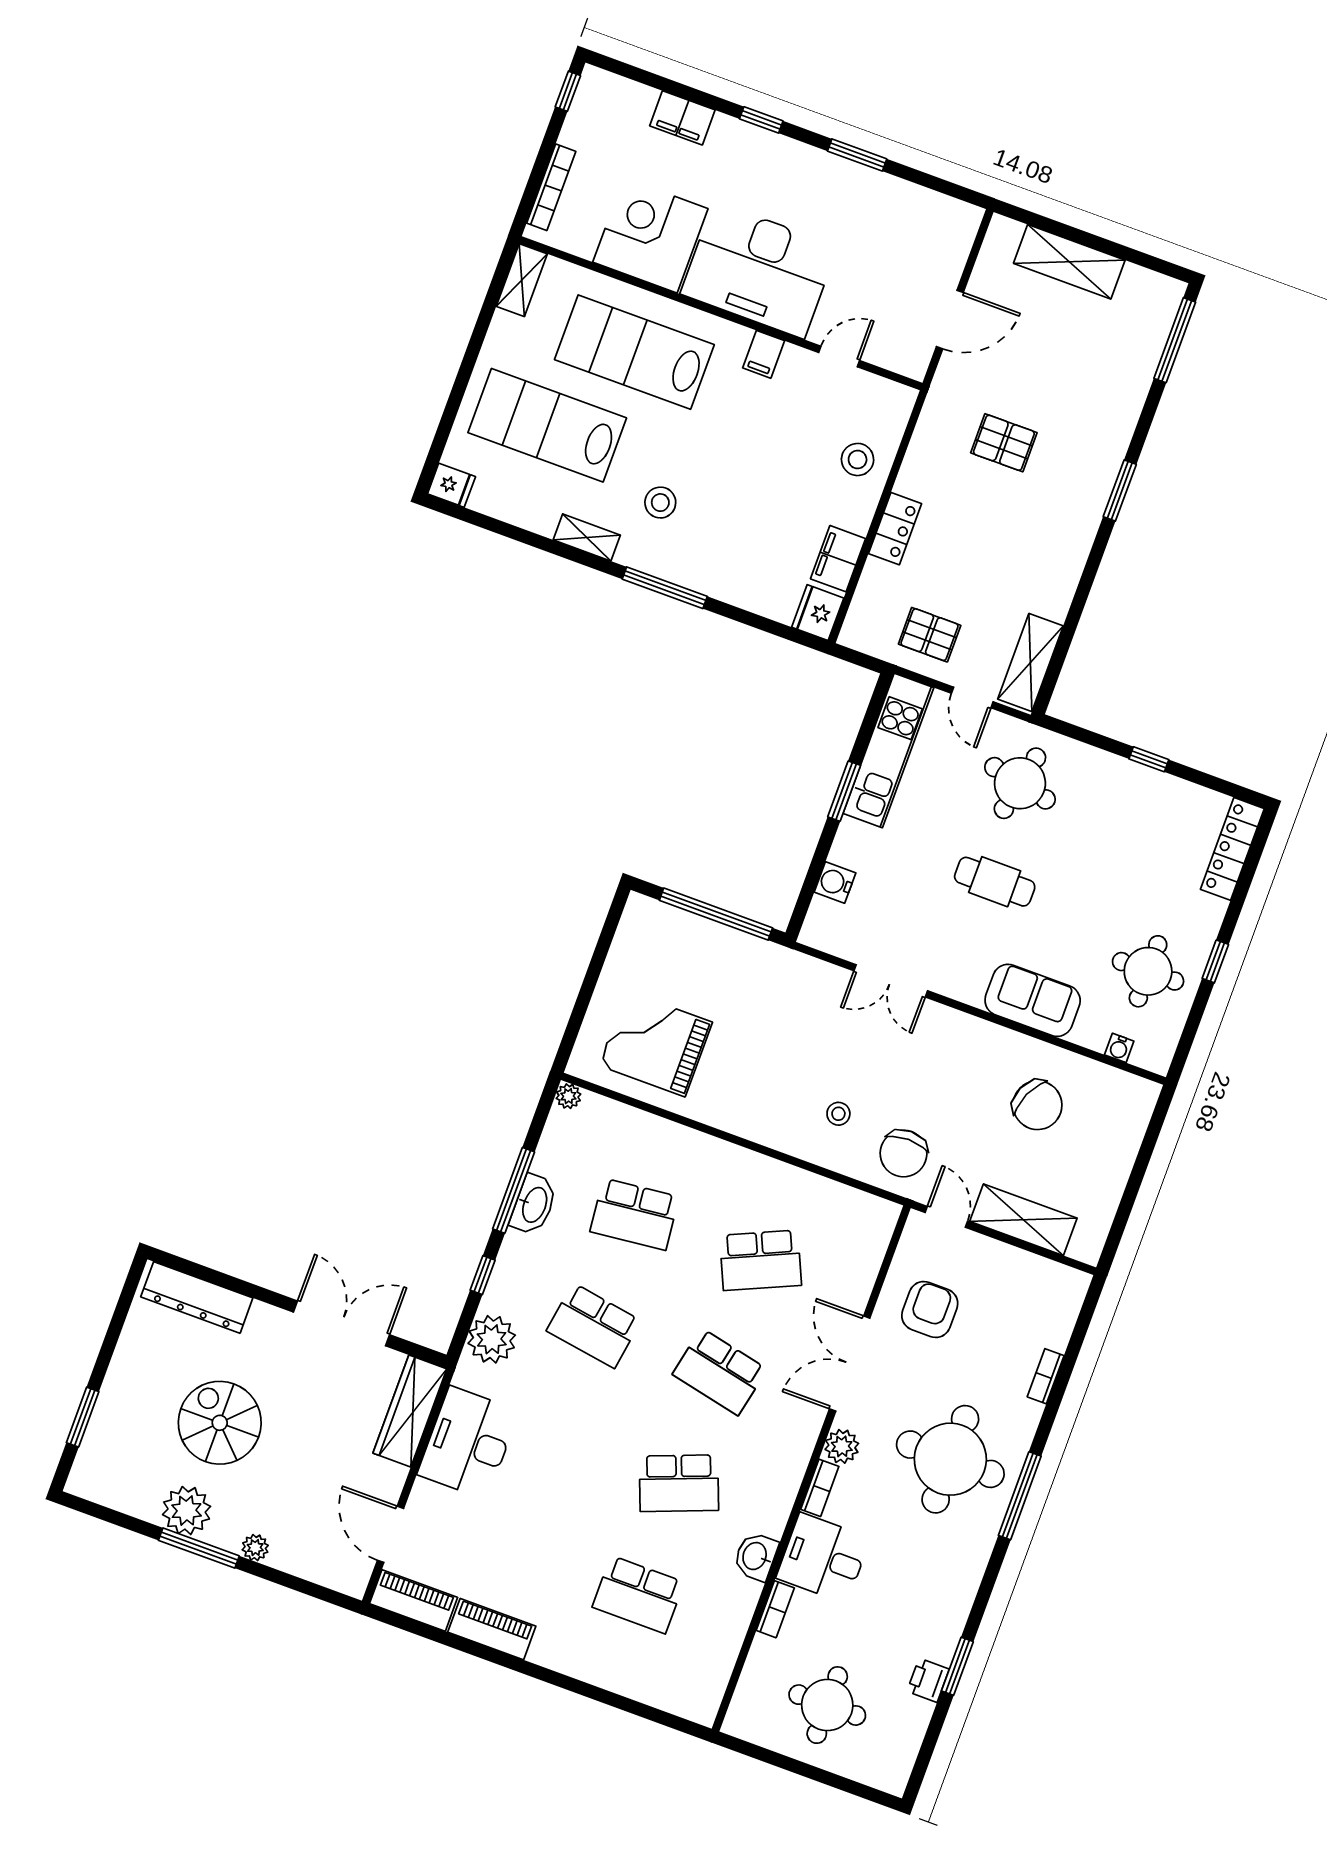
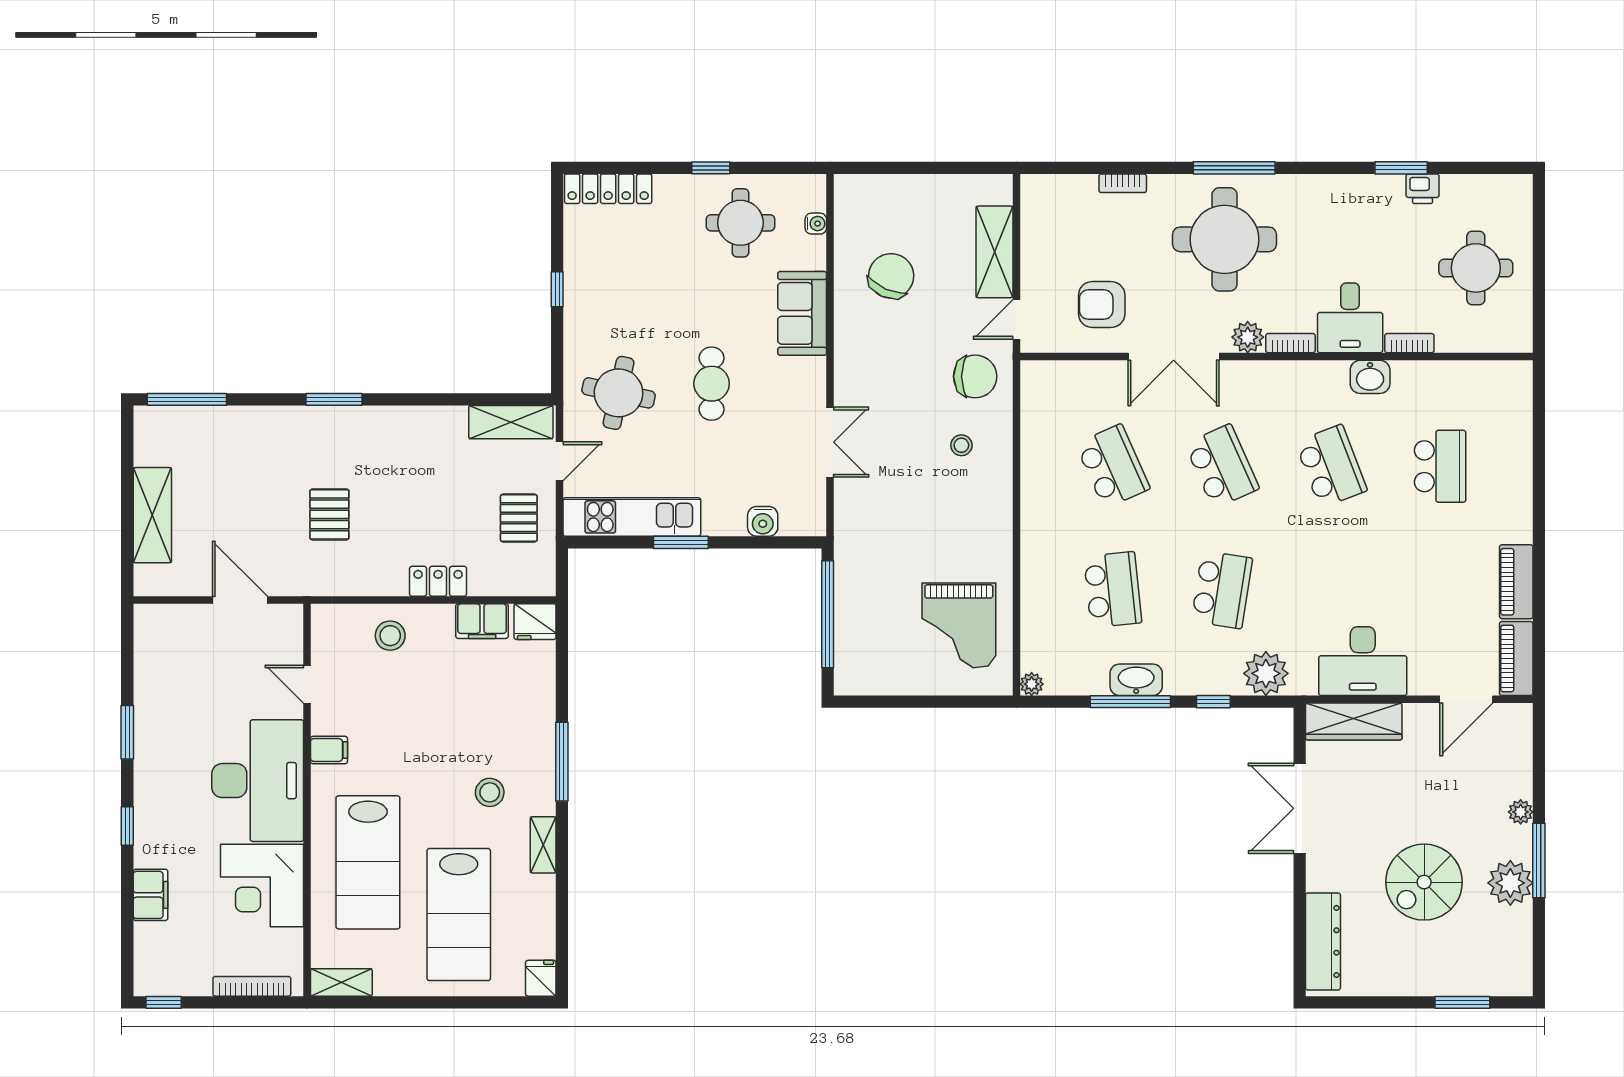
school desk: (720, 1372) -> (1222, 466), turned -36

